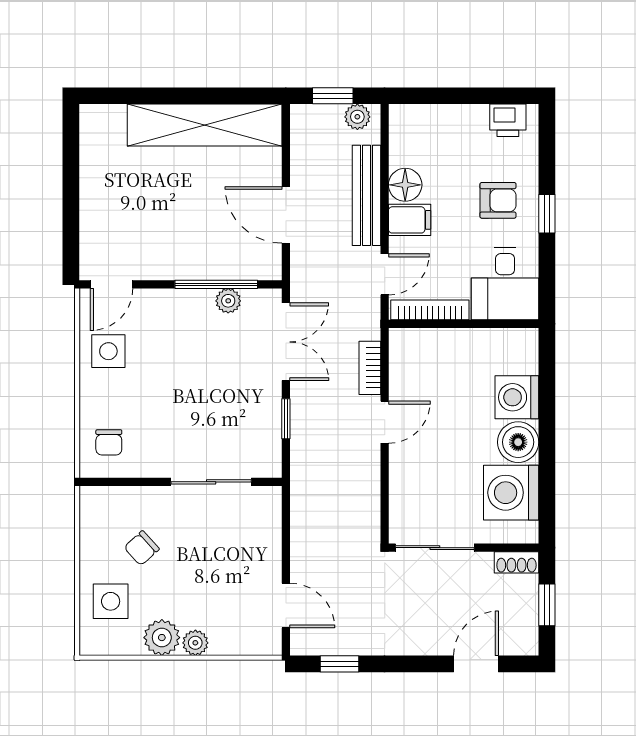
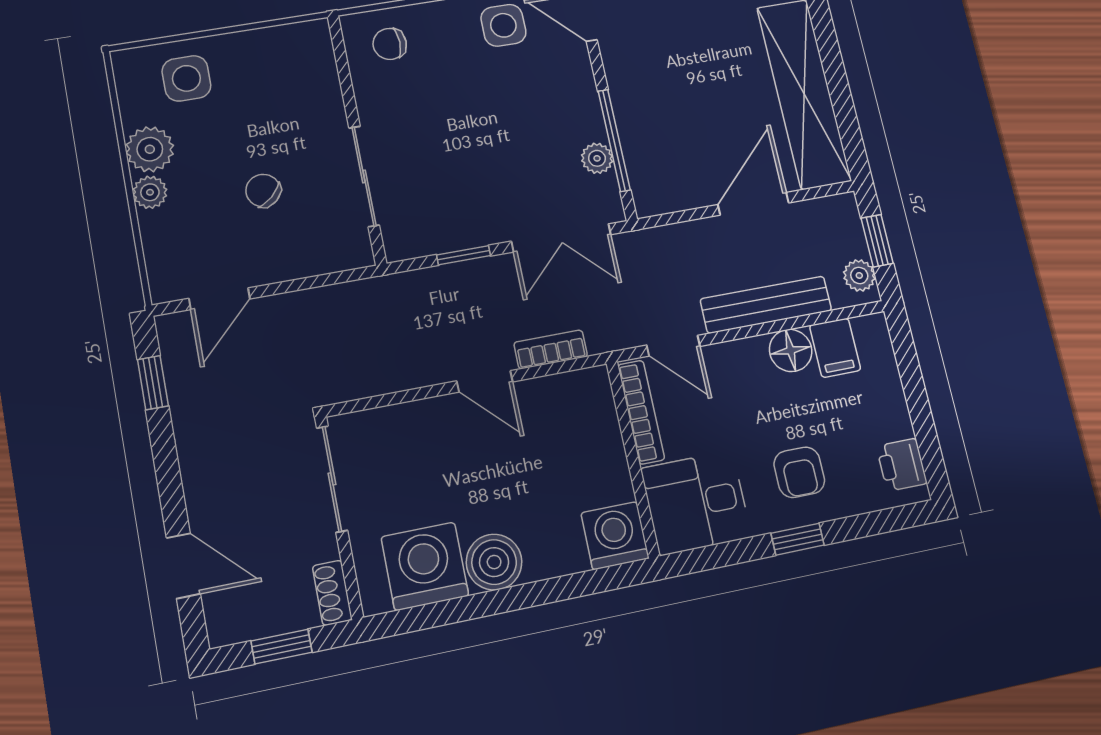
door: (286, 215) -> (753, 204), moved
filing cabinet: (410, 220) -> (835, 348), moved
washing machine: (517, 397) -> (615, 536), moved
chair: (142, 548) -> (263, 191), moved

